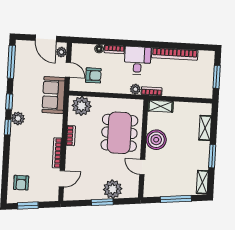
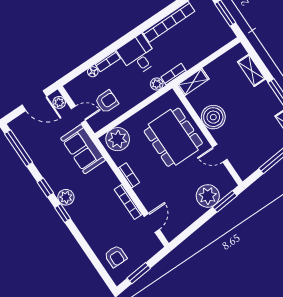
window: (102, 202) -> (225, 201), moved

